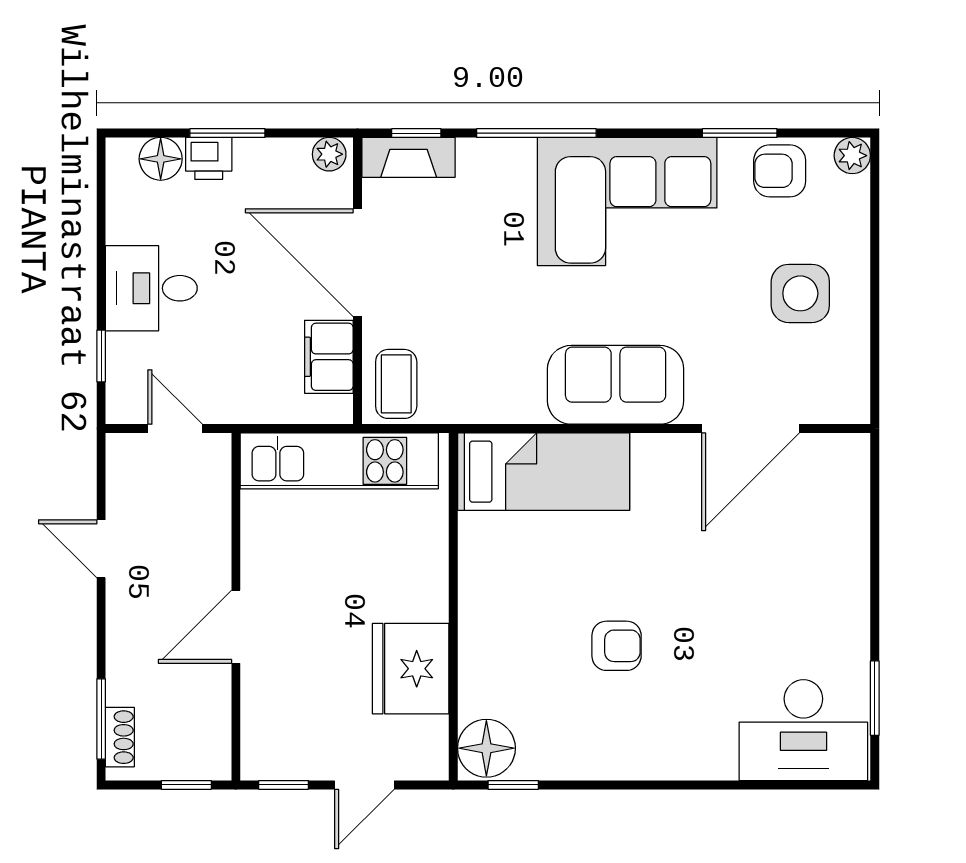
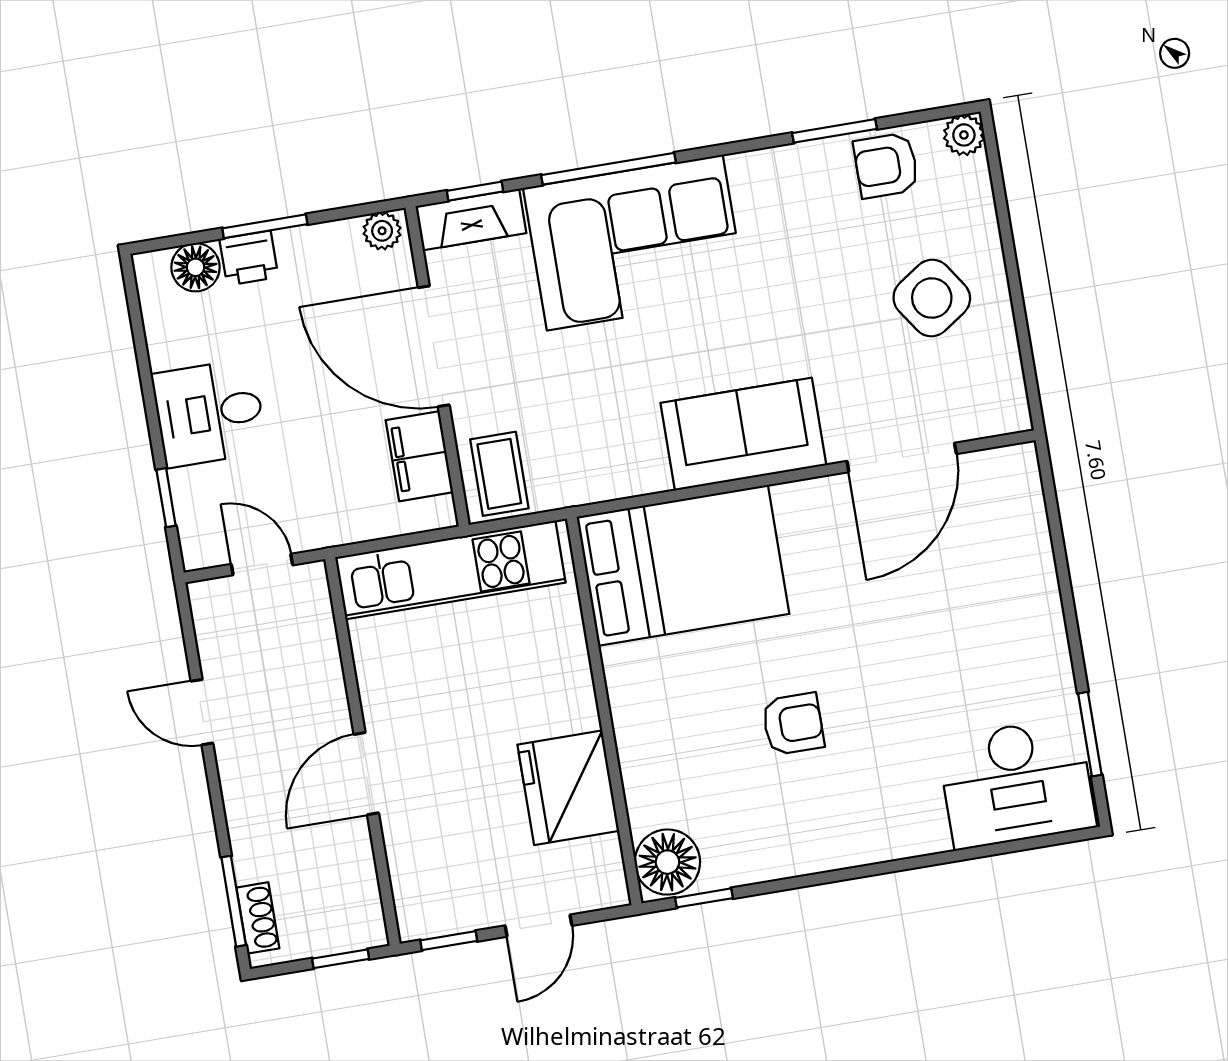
corner sofa: (627, 201) -> (635, 243), moved
side table: (800, 293) -> (932, 298), turned -34
bed: (544, 472) -> (683, 565), width x1.50

